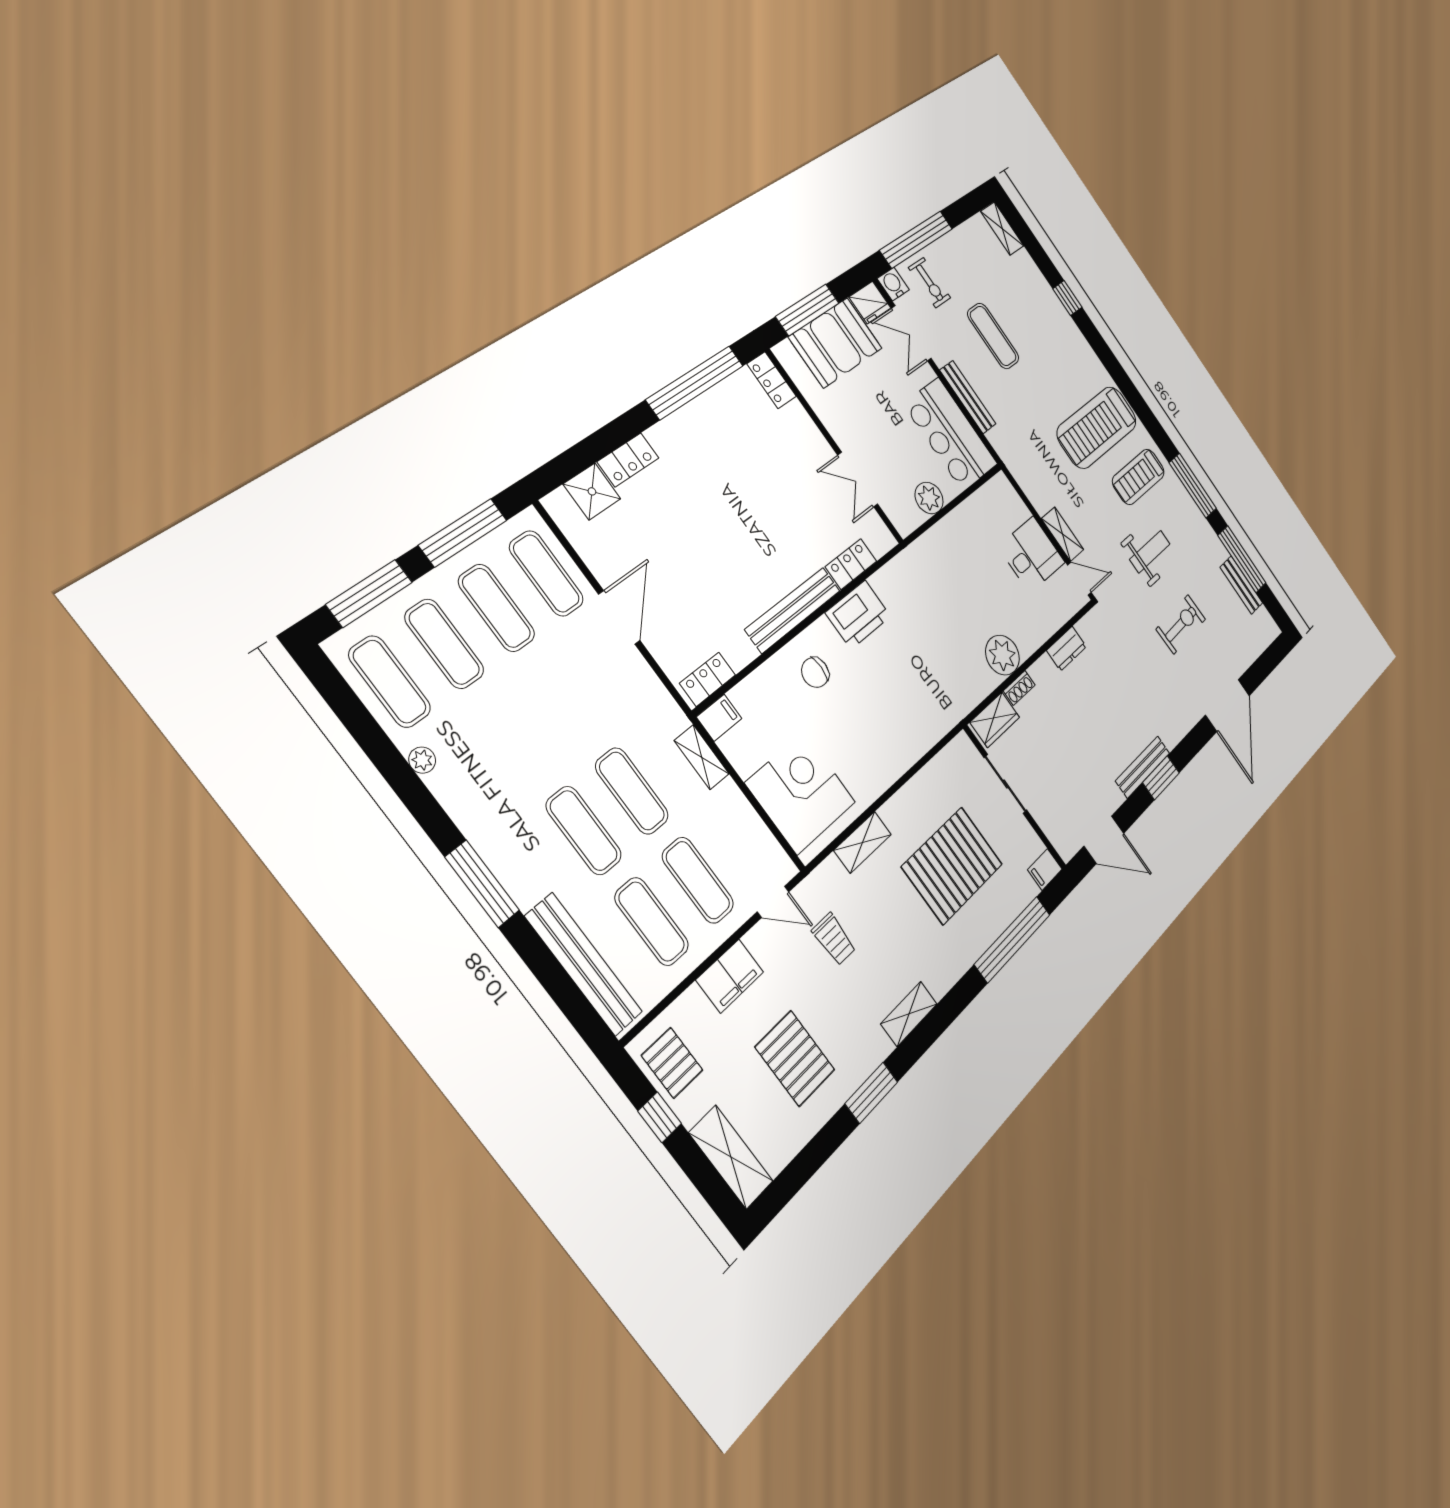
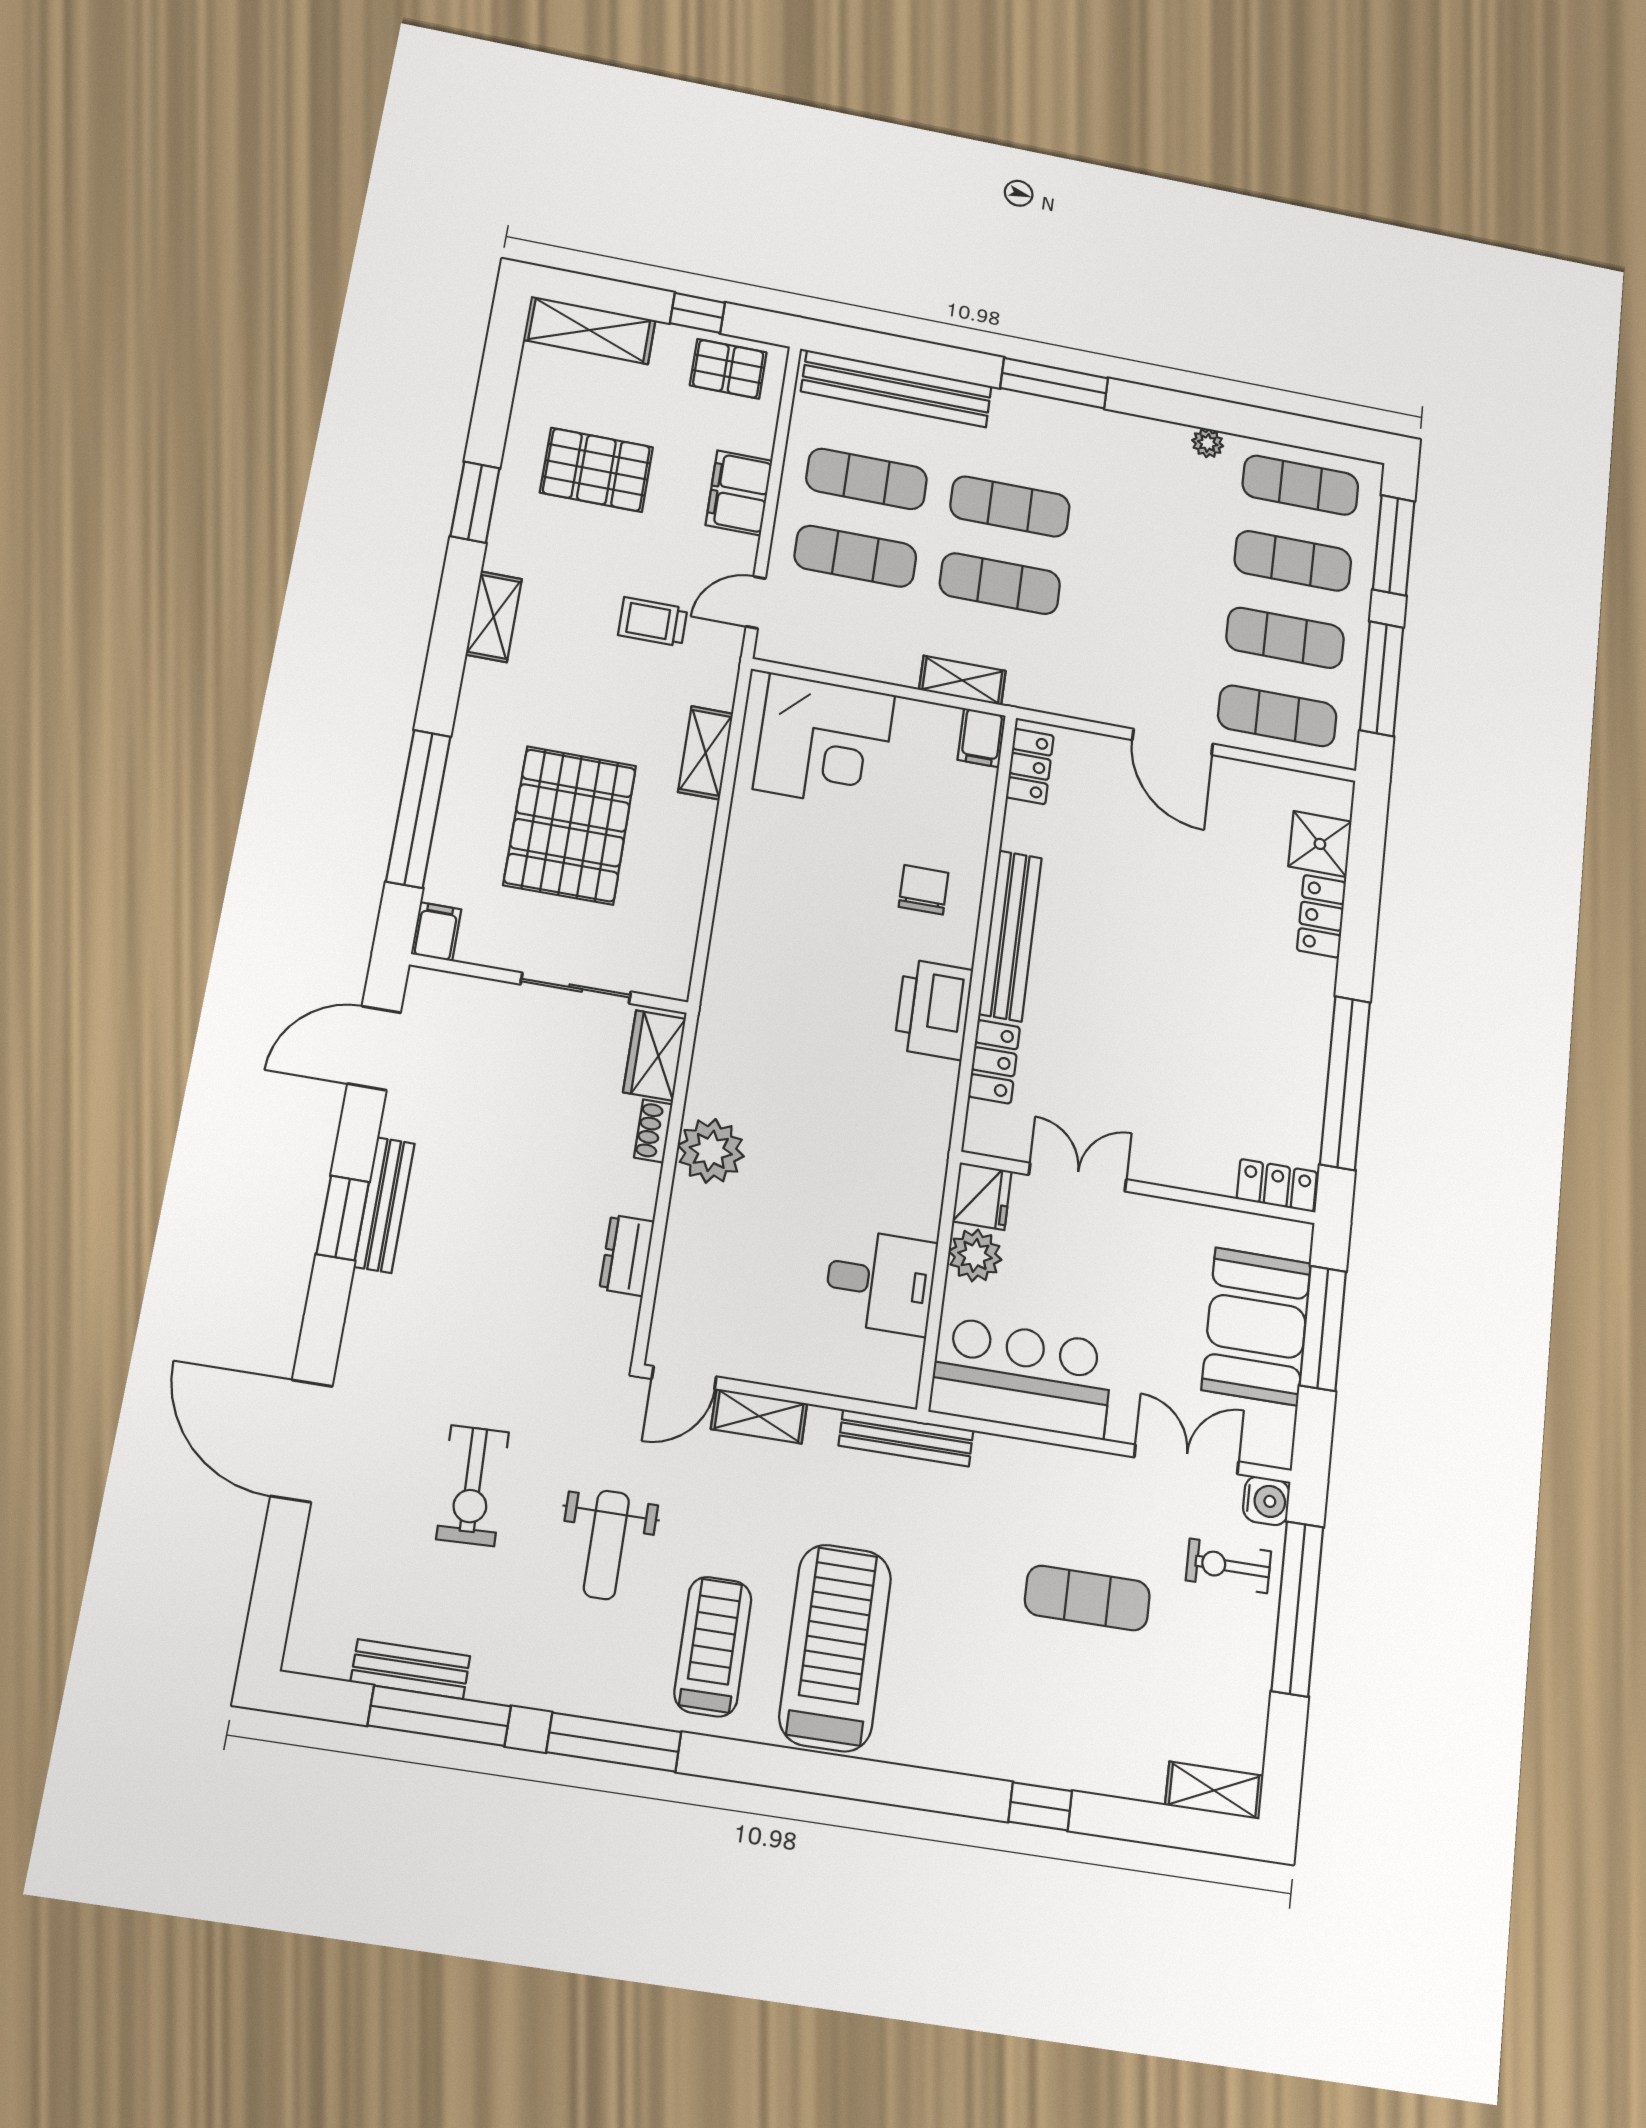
fridge: (870, 303) -> (982, 1196), moved, turned 180
bench: (968, 397) -> (906, 1438), moved
desk: (1031, 554) -> (881, 1282), moved, turned -90

